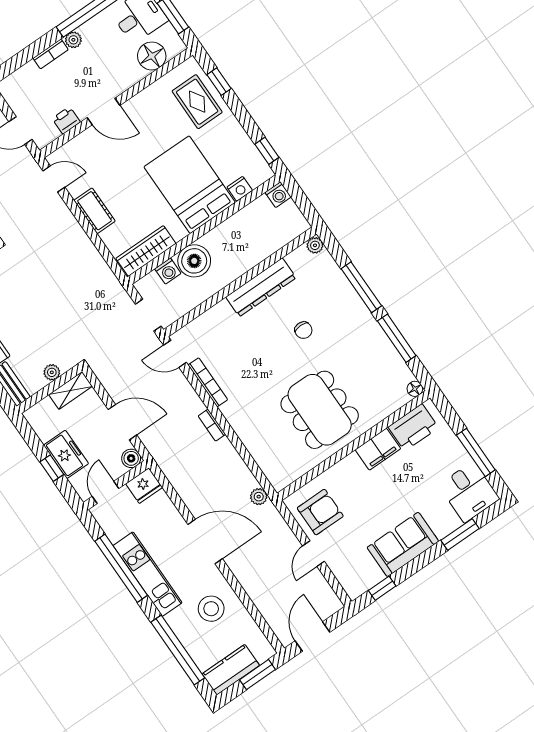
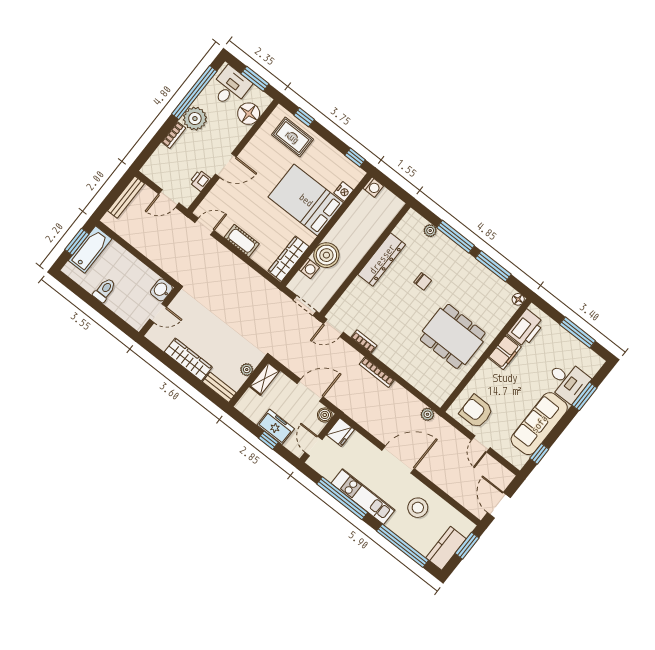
plant: (73, 40) -> (195, 119), width x1.88, depth x1.88
plant: (315, 245) -> (430, 231), moved
bookcase: (208, 382) -> (364, 342), width x0.64
bookcase: (212, 425) -> (377, 372), width x1.56
desk: (469, 492) -> (567, 381), moved
armchair: (320, 512) -> (476, 412), turned -90
sofa: (403, 544) -> (539, 424), width x1.36

